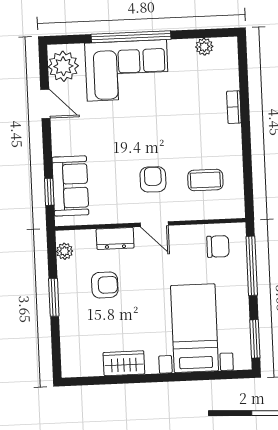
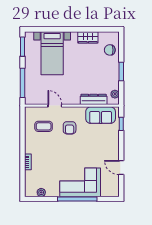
plant: (63, 66) -> (111, 186), removed
sofa: (70, 186) -> (101, 115), moved, turned -90
door: (154, 224) -> (55, 106), moved
dresser: (115, 238) -> (94, 99), width x1.44
chair: (218, 246) -> (110, 50), moved
armchair: (105, 285) -> (96, 77), removed

